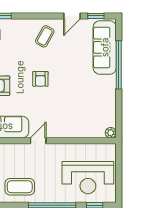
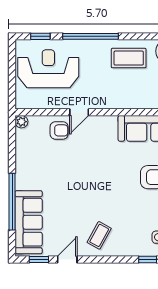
armchair: (40, 79) -> (59, 130), moved, turned 90
door: (38, 141) -> (79, 112), moved

